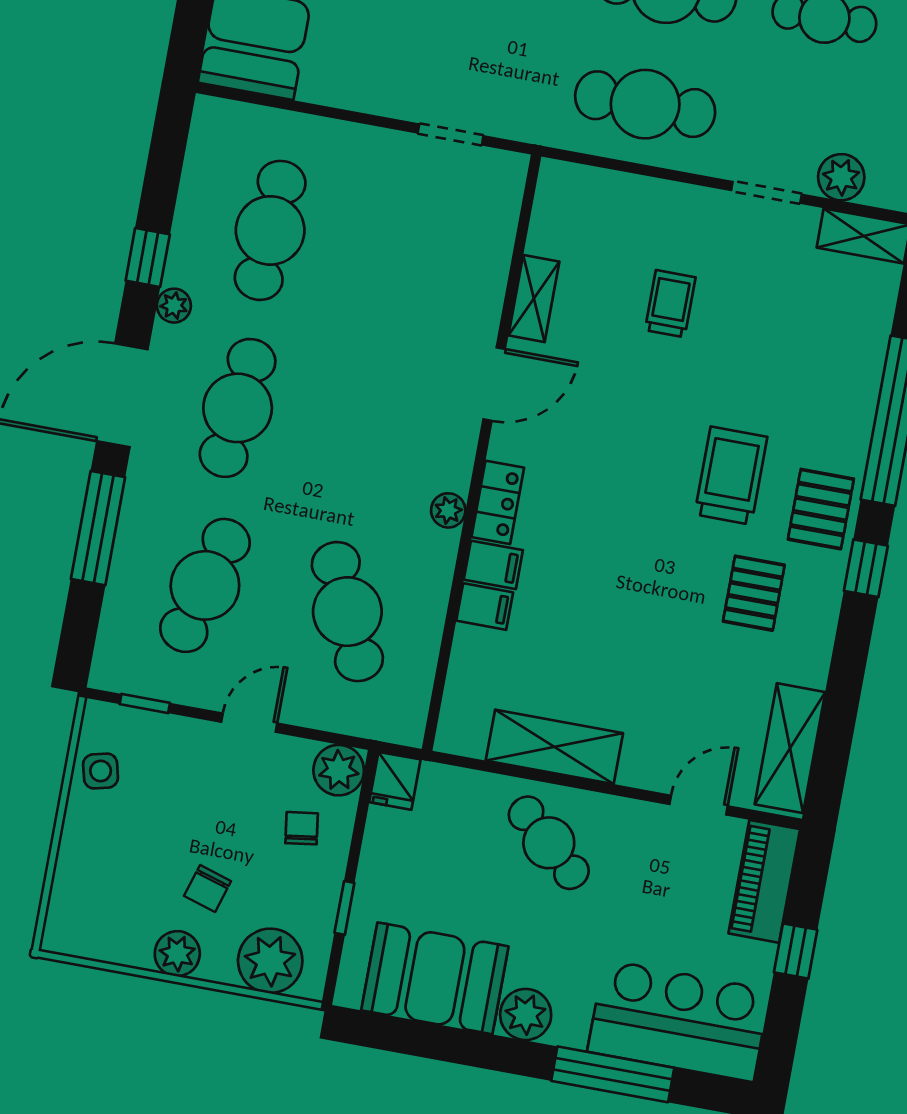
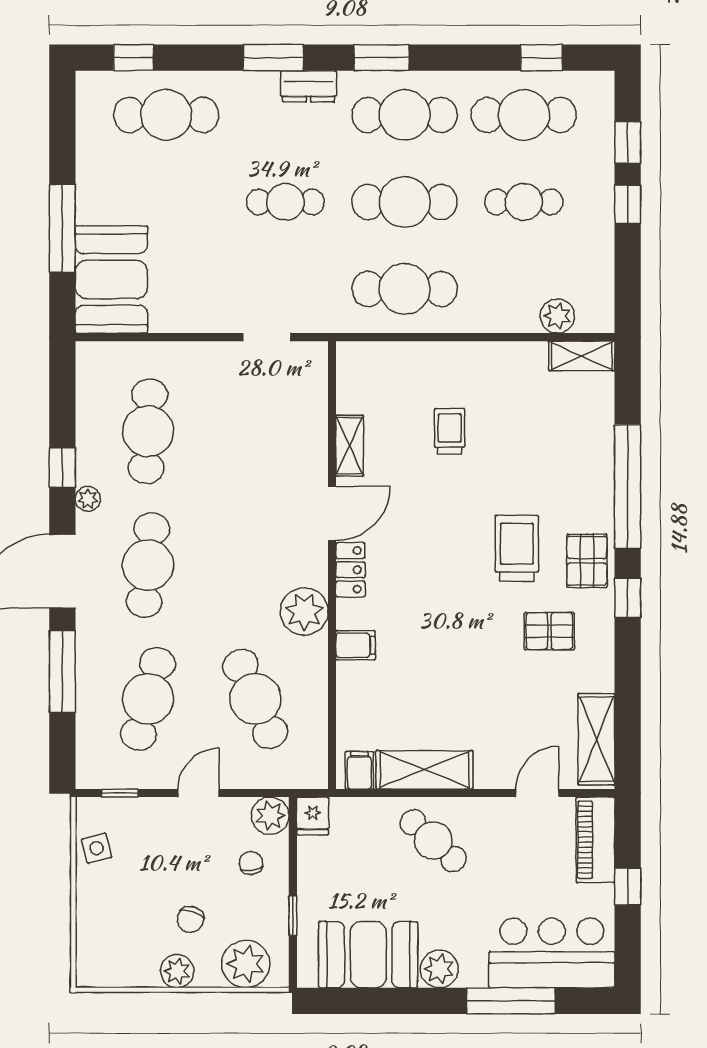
doorway: (766, 192) -> (505, 337), removed
locker: (498, 502) -> (350, 570), moved
plant: (448, 510) -> (304, 612), width x1.88, depth x1.88
pallet: (754, 593) -> (549, 631), turned 90
filing cabinet: (485, 607) -> (359, 770), moved, turned -90

